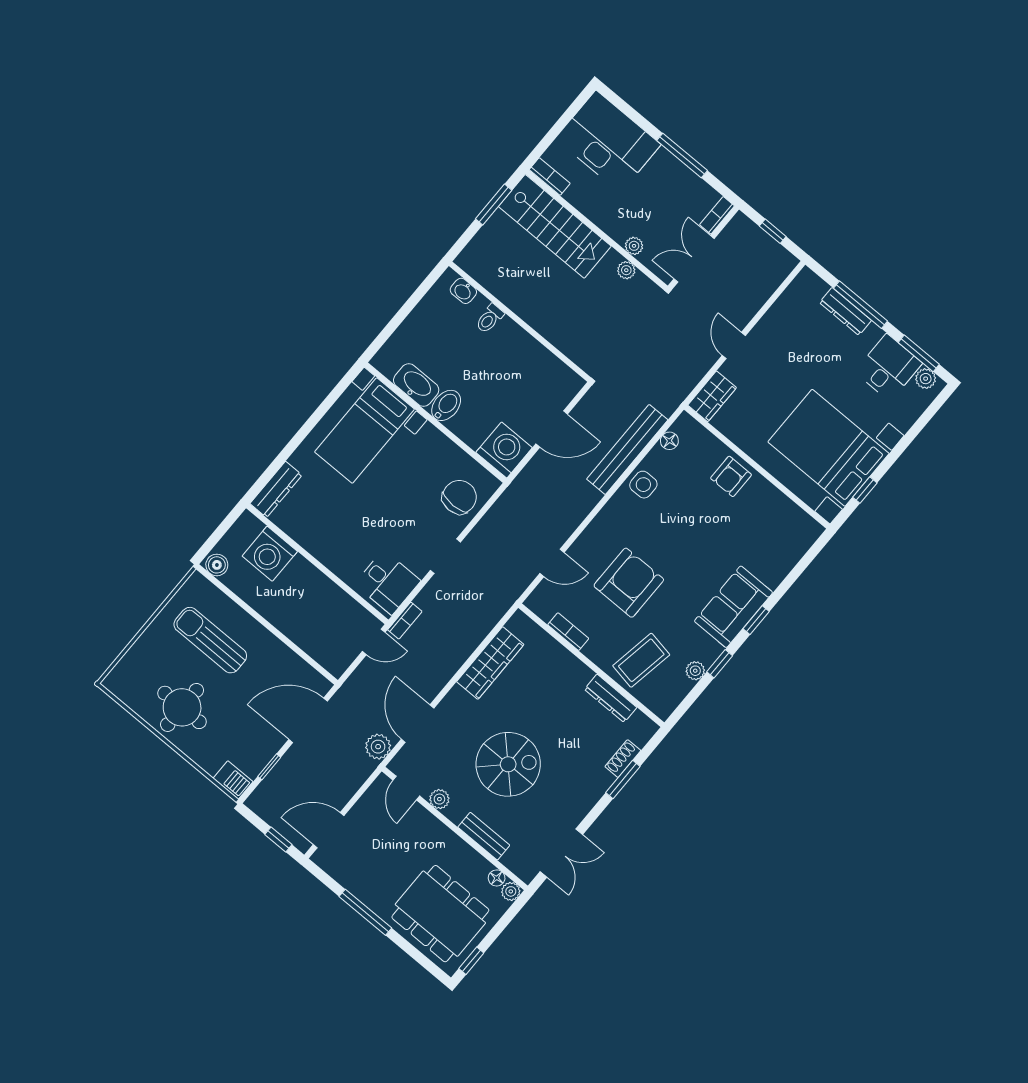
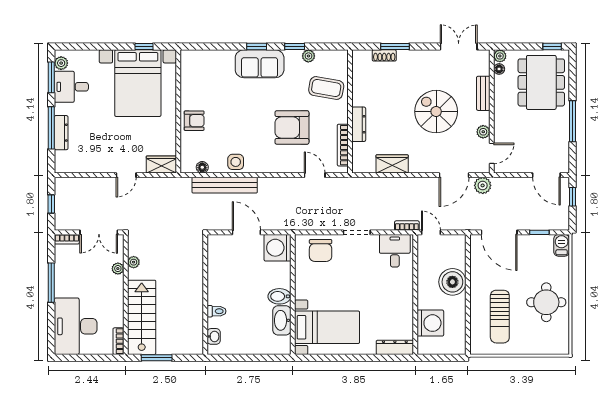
chair: (459, 497) -> (321, 250), turned -90
boiler: (217, 565) -> (452, 282), moved, width x1.86, depth x1.86
bookcase: (568, 632) -> (343, 145), width x1.56
wardrobe: (490, 663) -> (392, 164), width x0.67
dresser: (611, 698) -> (359, 124), moved

